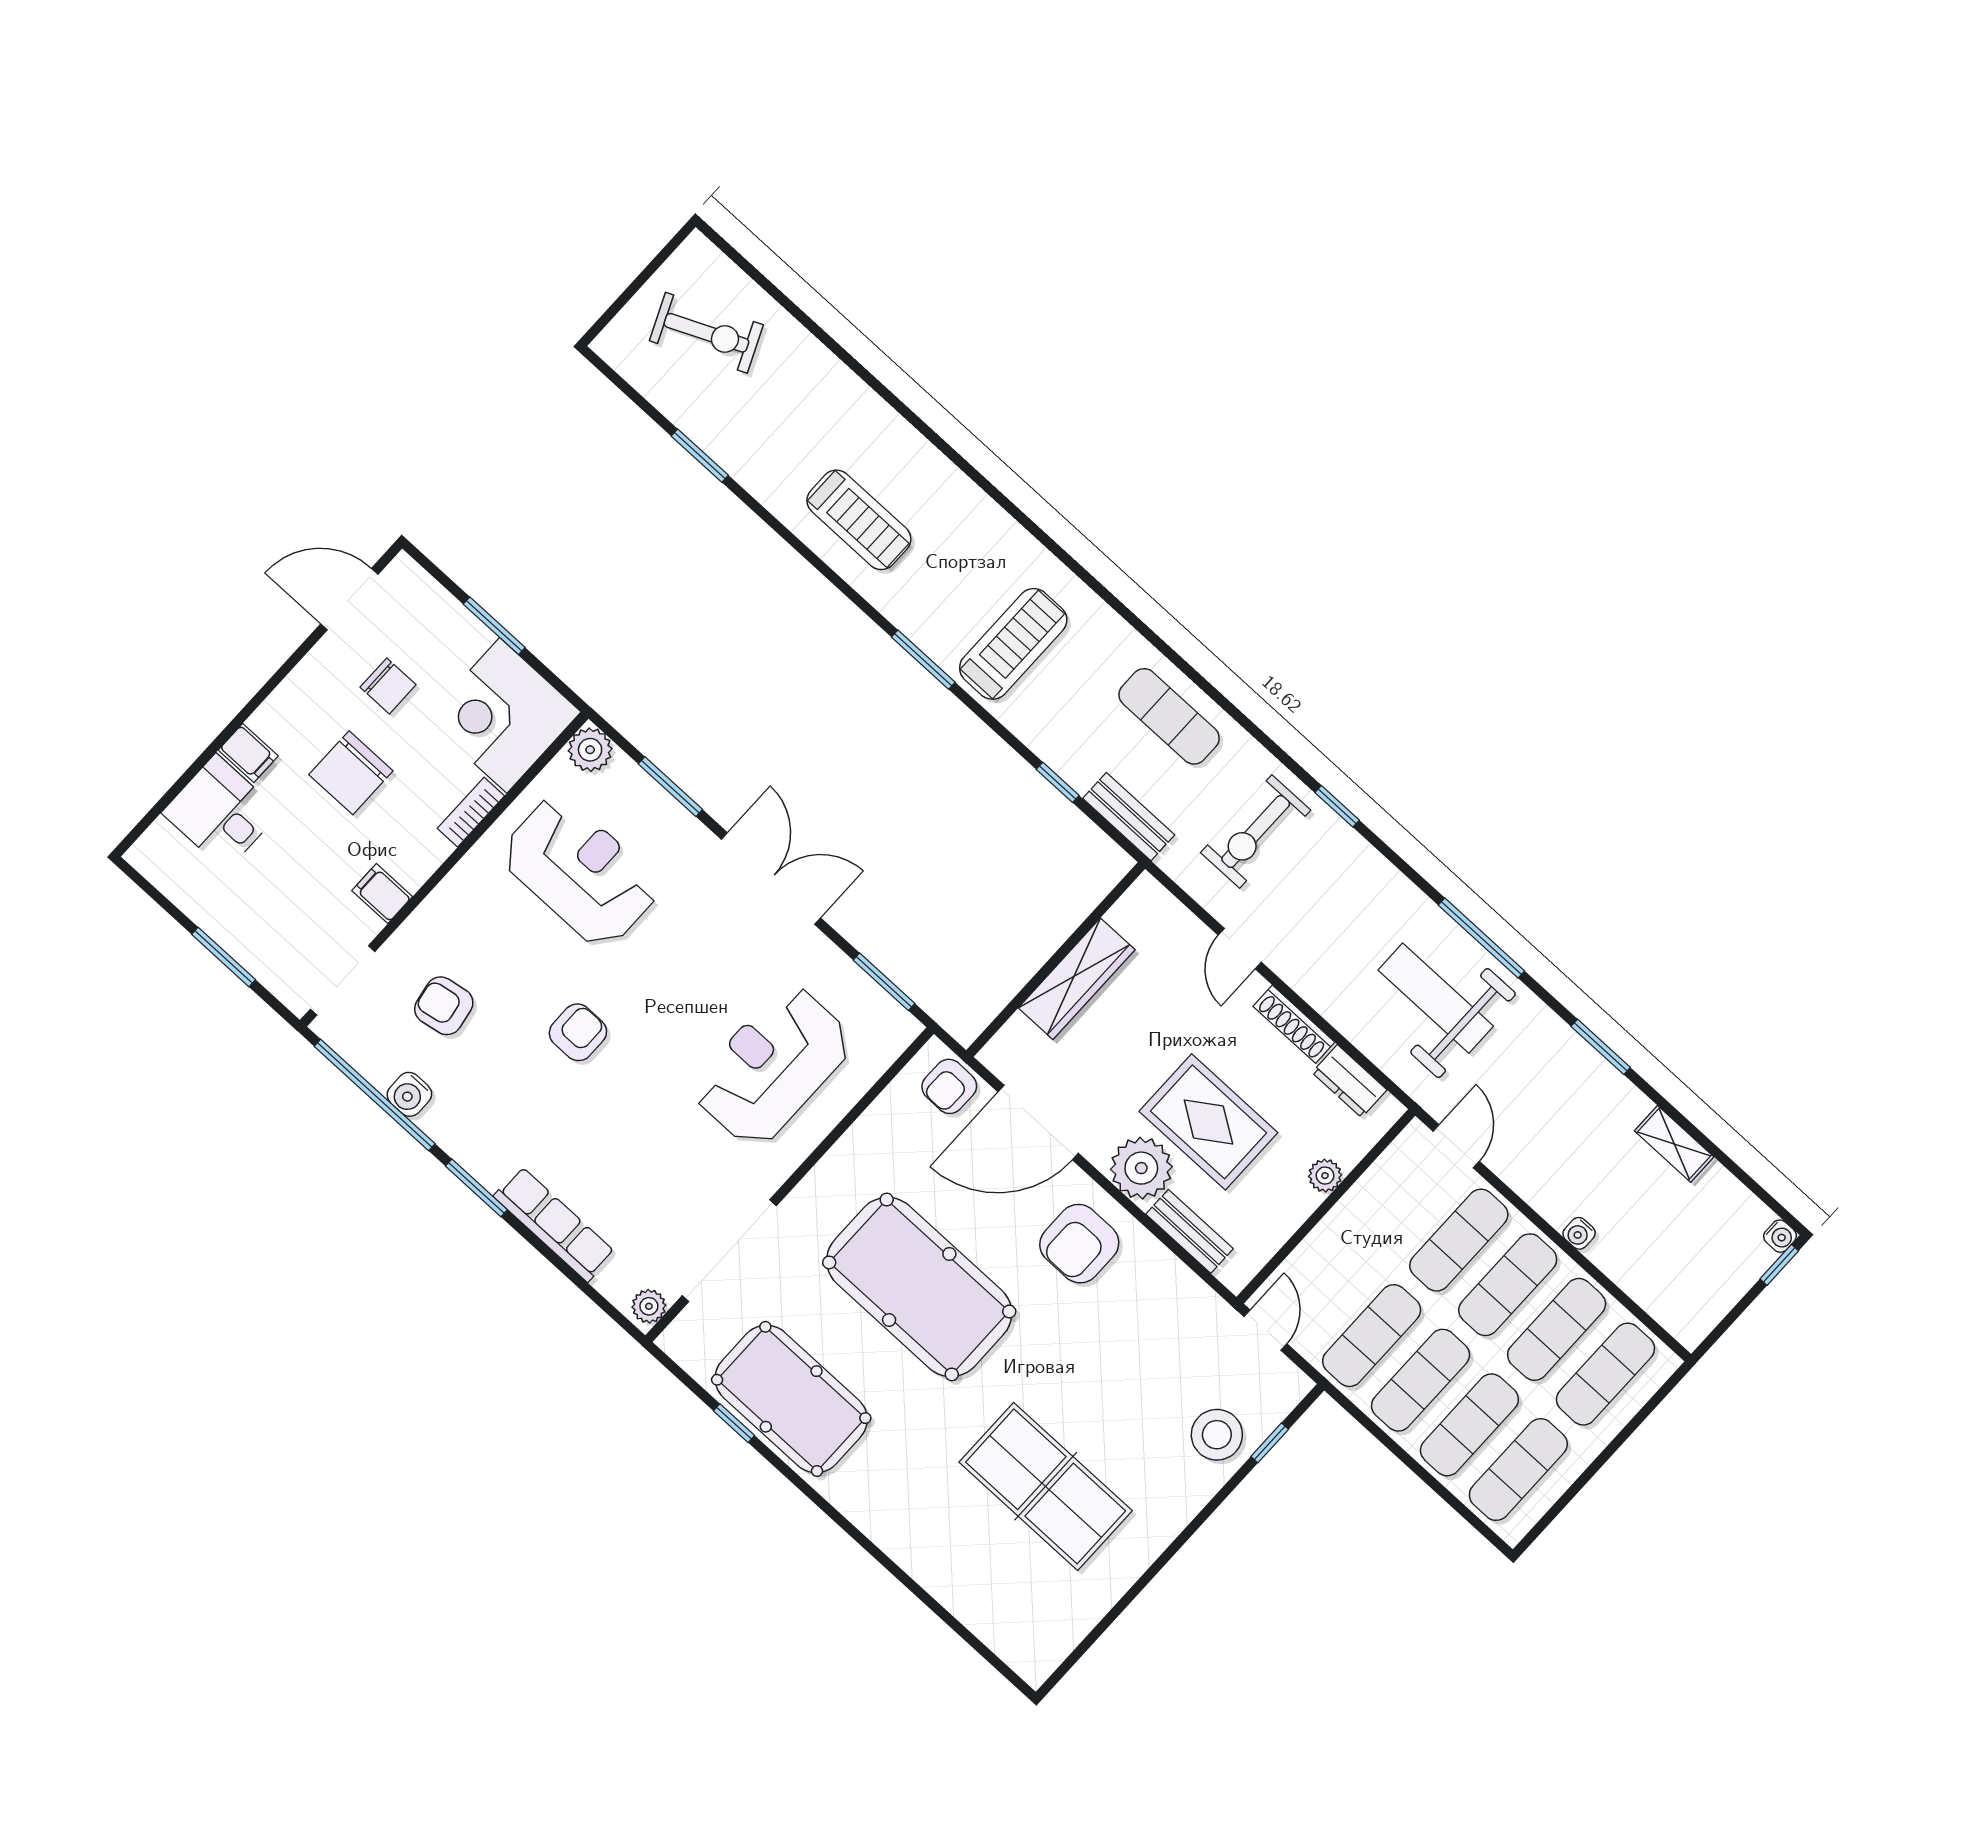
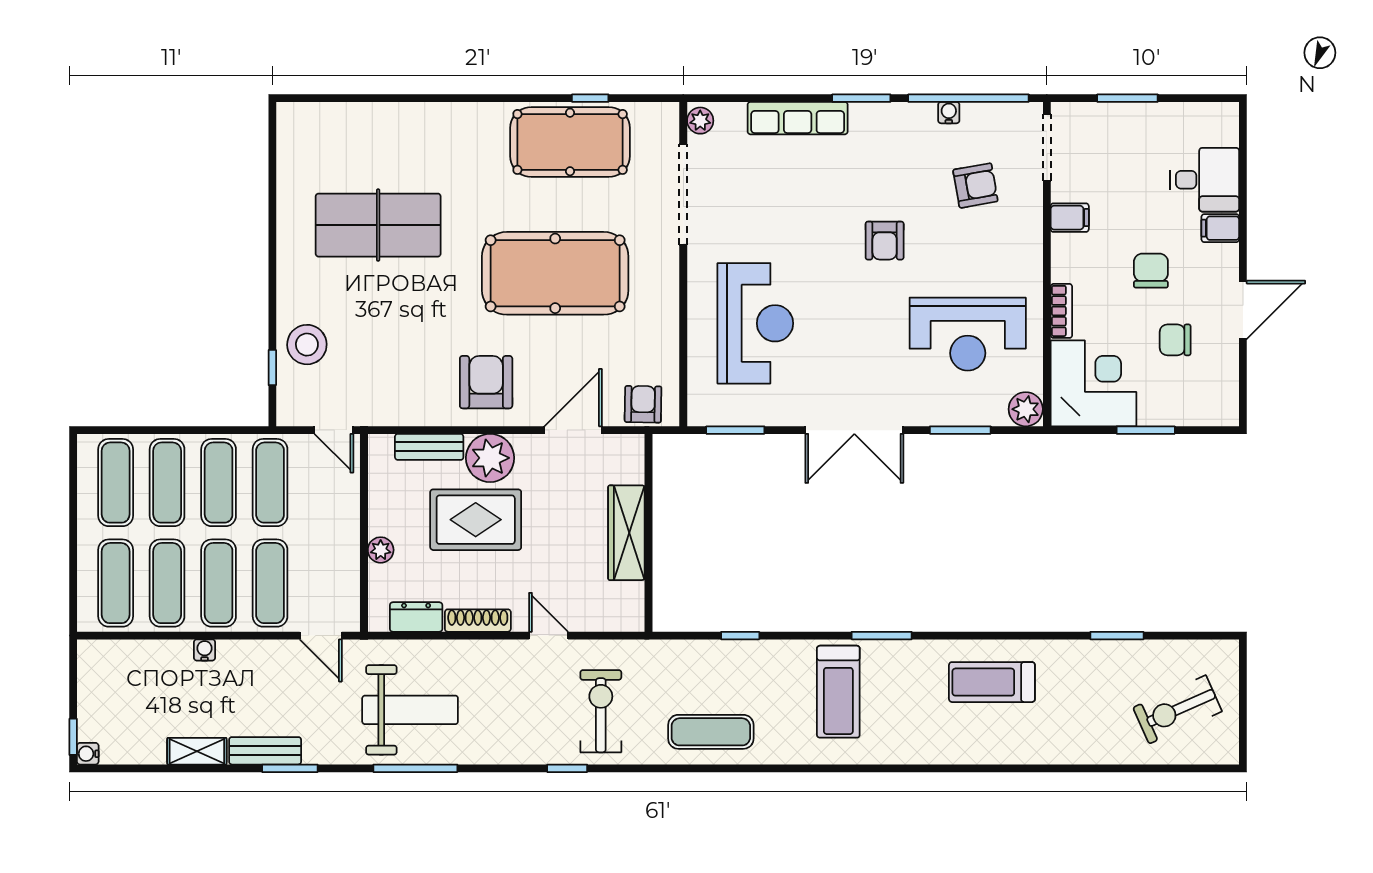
door: (349, 599) -> (1243, 310), moved
chair: (351, 773) -> (1151, 271), width x0.73, depth x0.73
bench: (1129, 817) -> (265, 751), moved
water cooler: (409, 1094) -> (949, 113), width x0.72, depth x0.72
door: (1038, 1123) -> (573, 430), width x0.73

